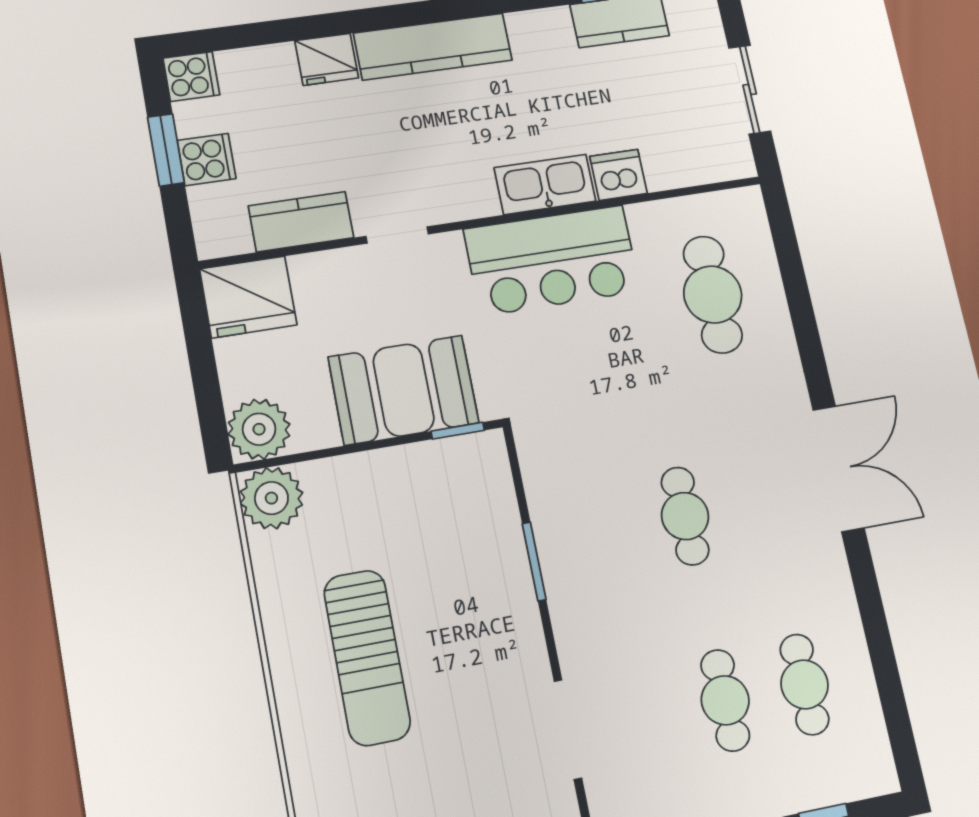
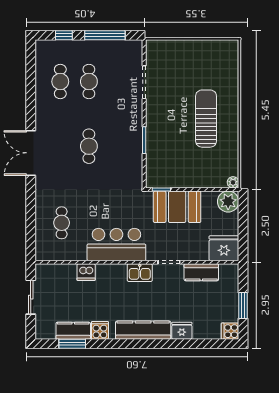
cooker: (207, 159) -> (100, 330), moved, turned 90
kitchen sink: (545, 184) -> (140, 273), moved, width x0.73
cafe table: (713, 295) -> (62, 223), width x0.73, depth x0.74
plant: (271, 498) -> (233, 182), width x0.53, depth x0.53

